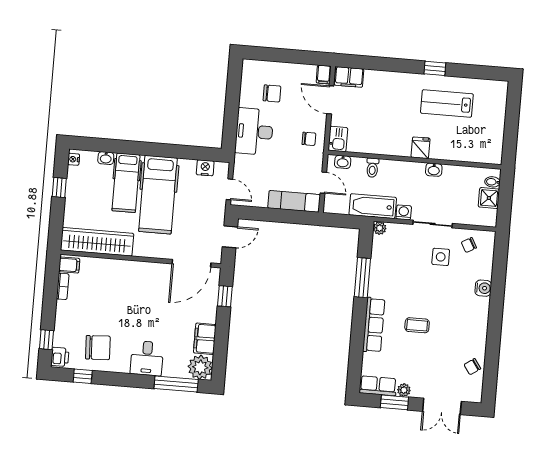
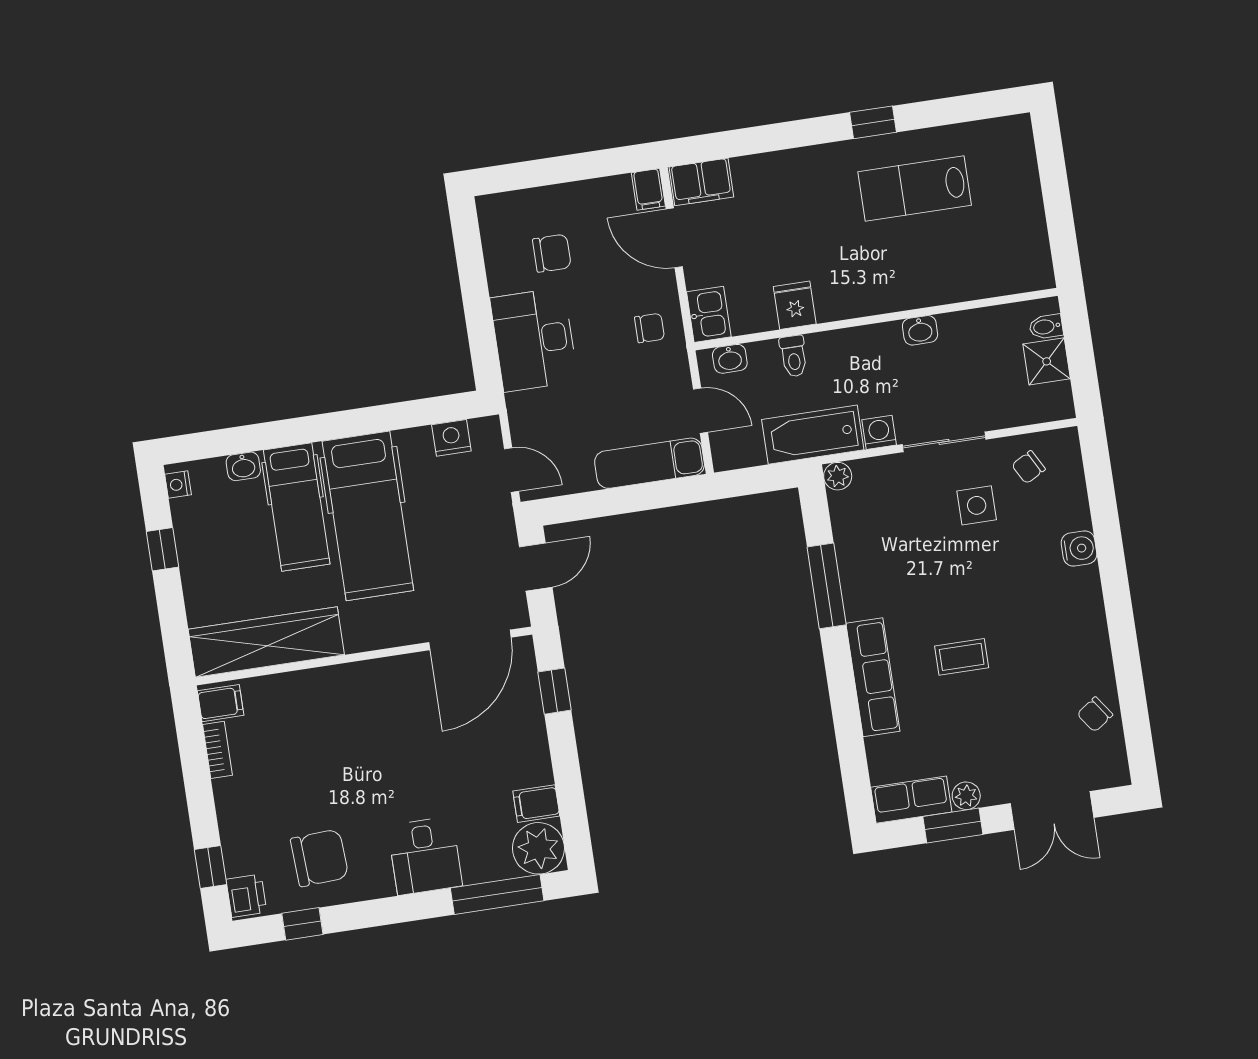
fridge: (421, 148) -> (795, 305), moved
filing cabinet: (205, 339) -> (536, 804), width x0.50

